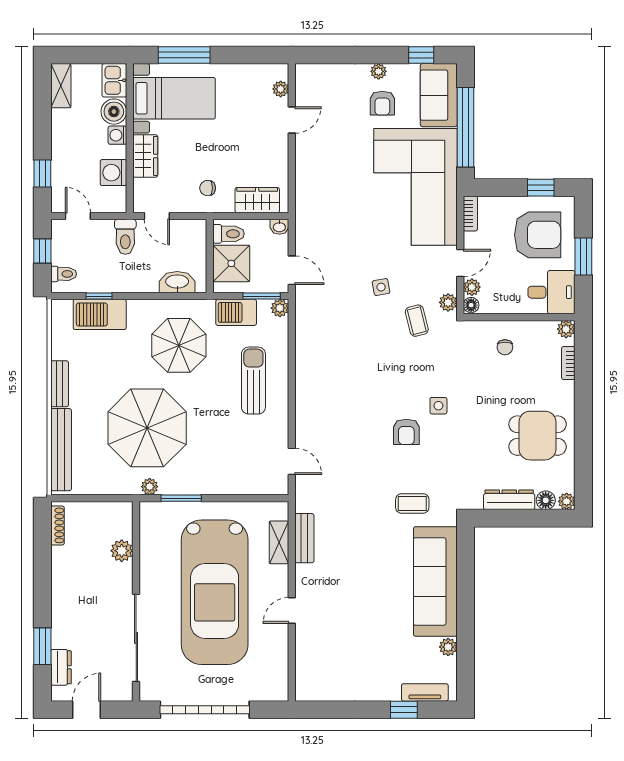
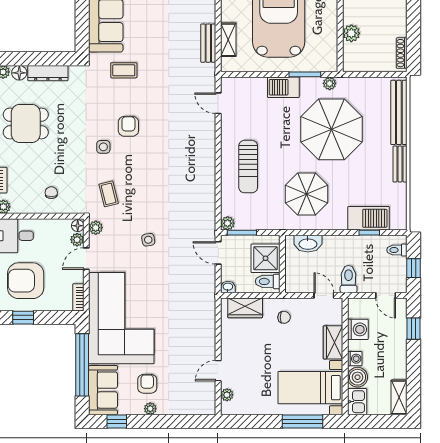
barbecue: (236, 312) -> (283, 87), moved, turned 180
coffee table: (417, 321) -> (109, 194), moved

